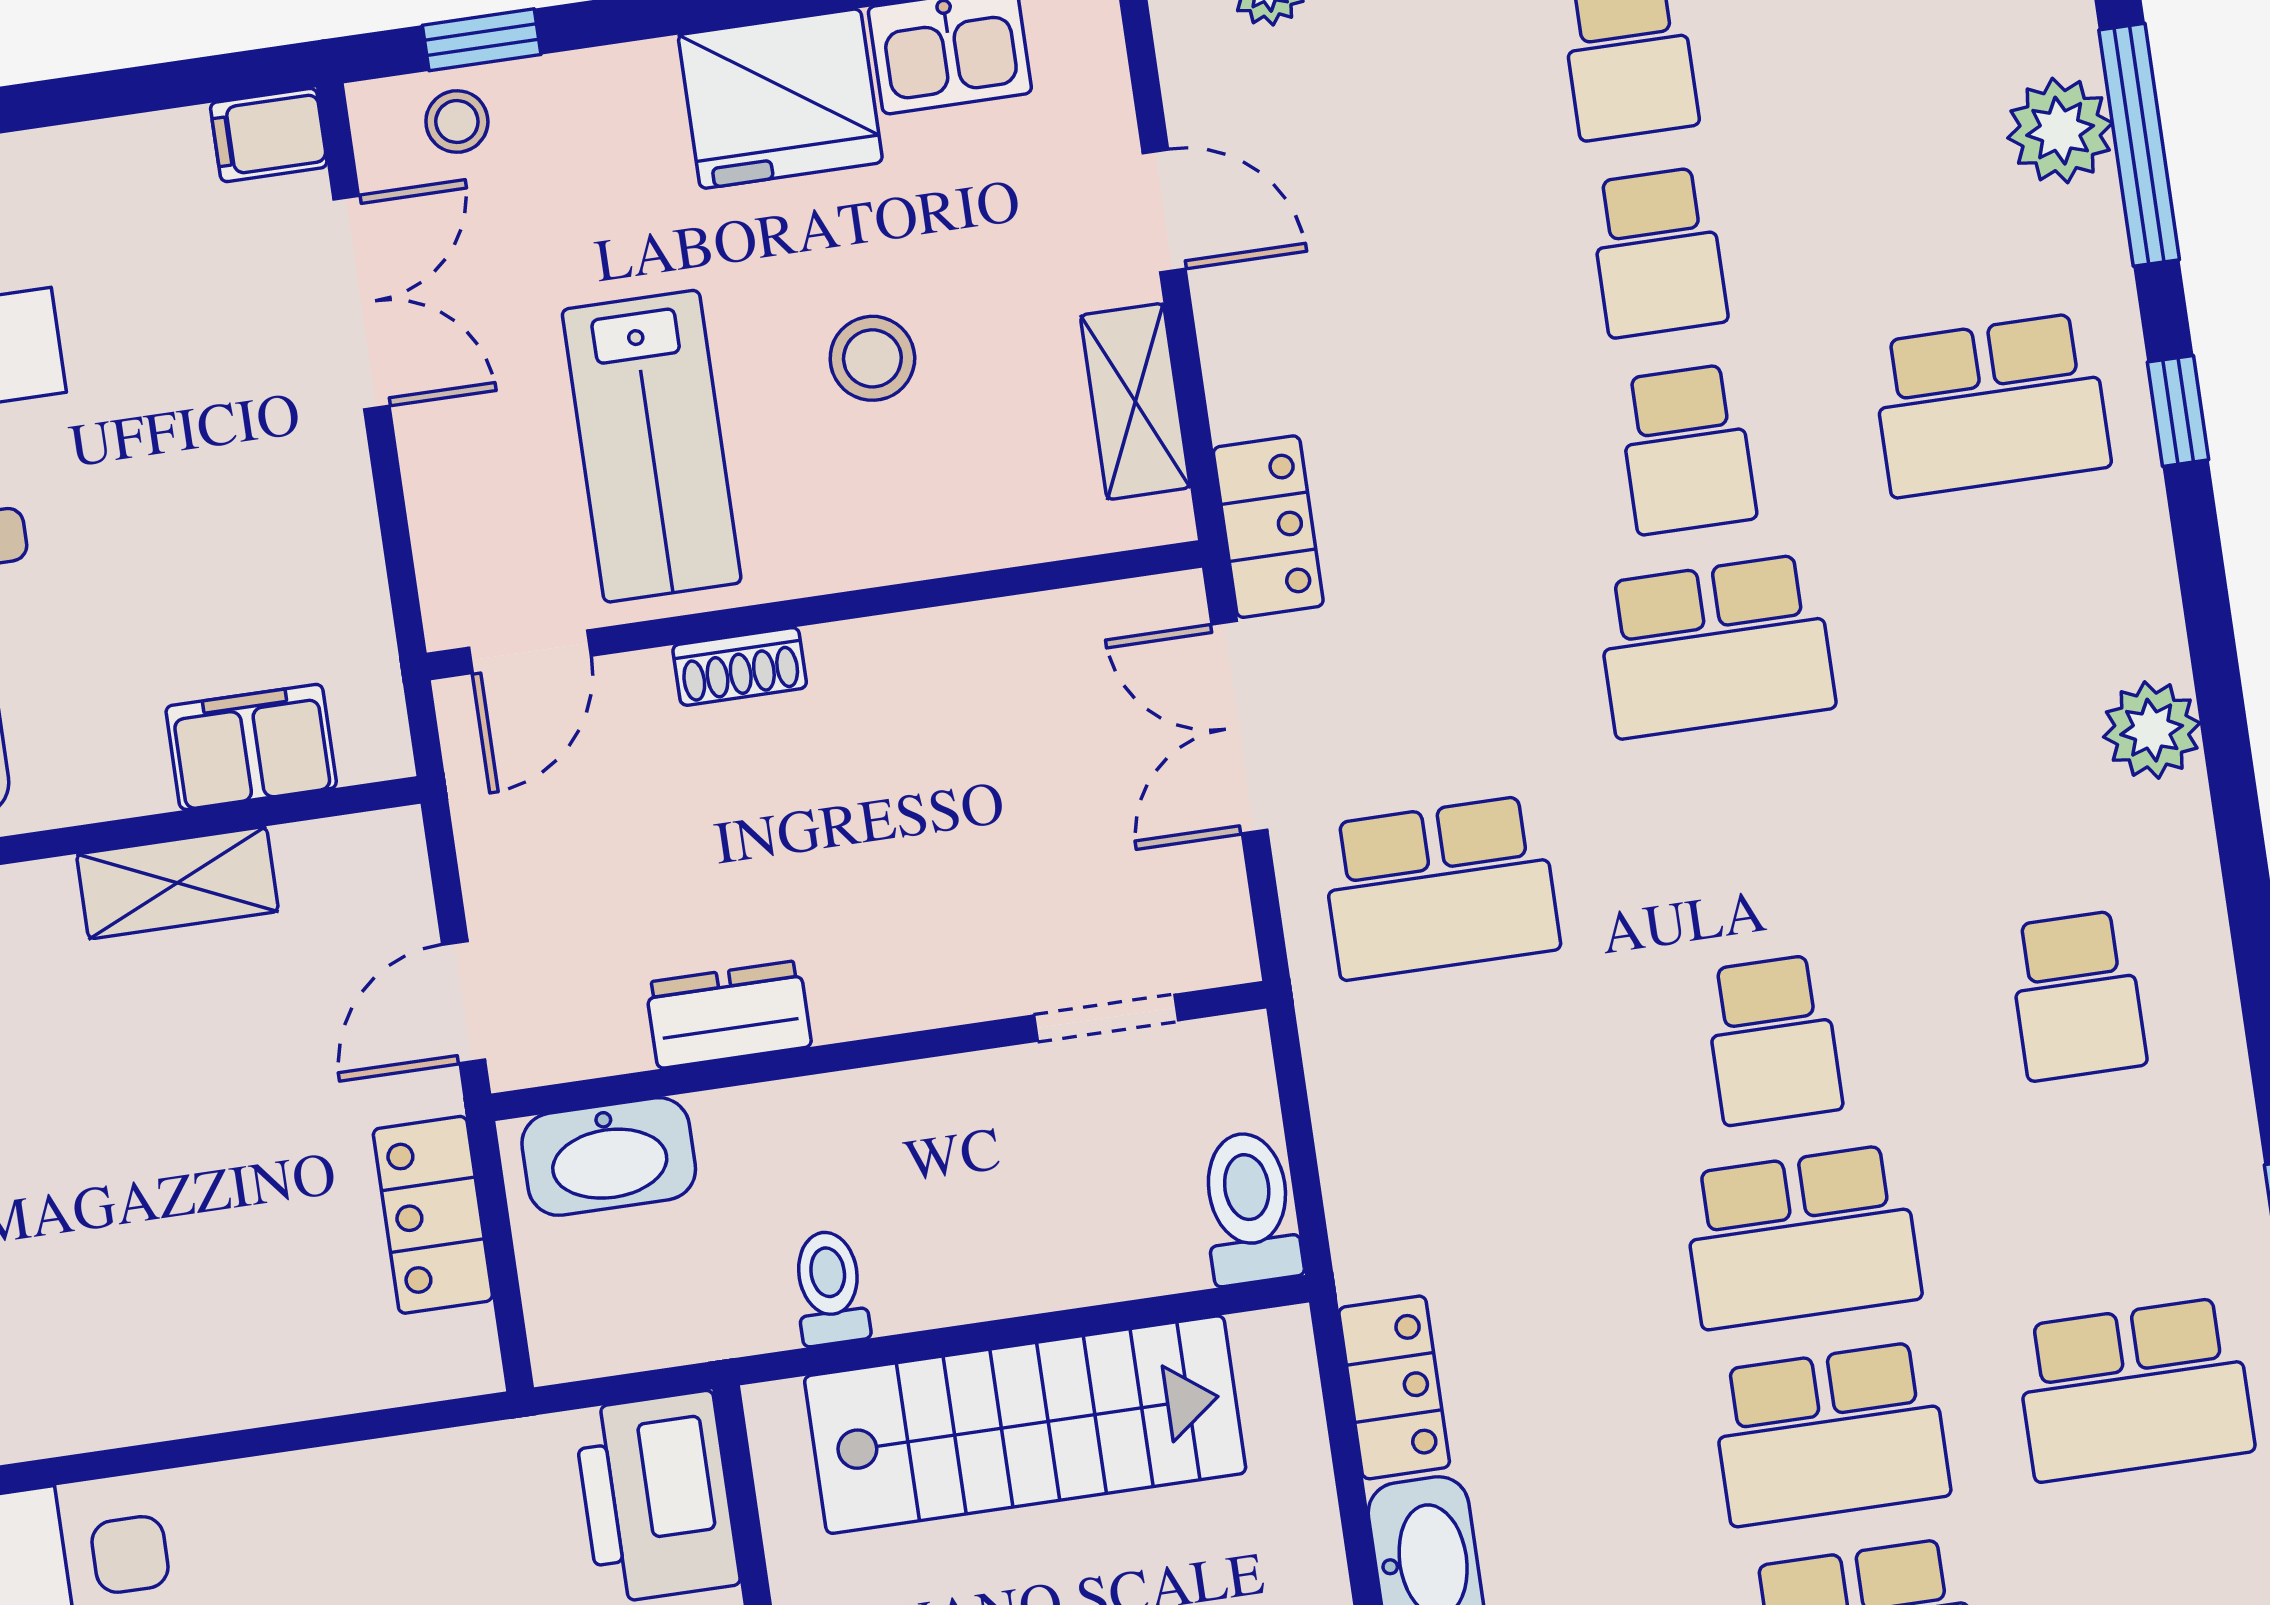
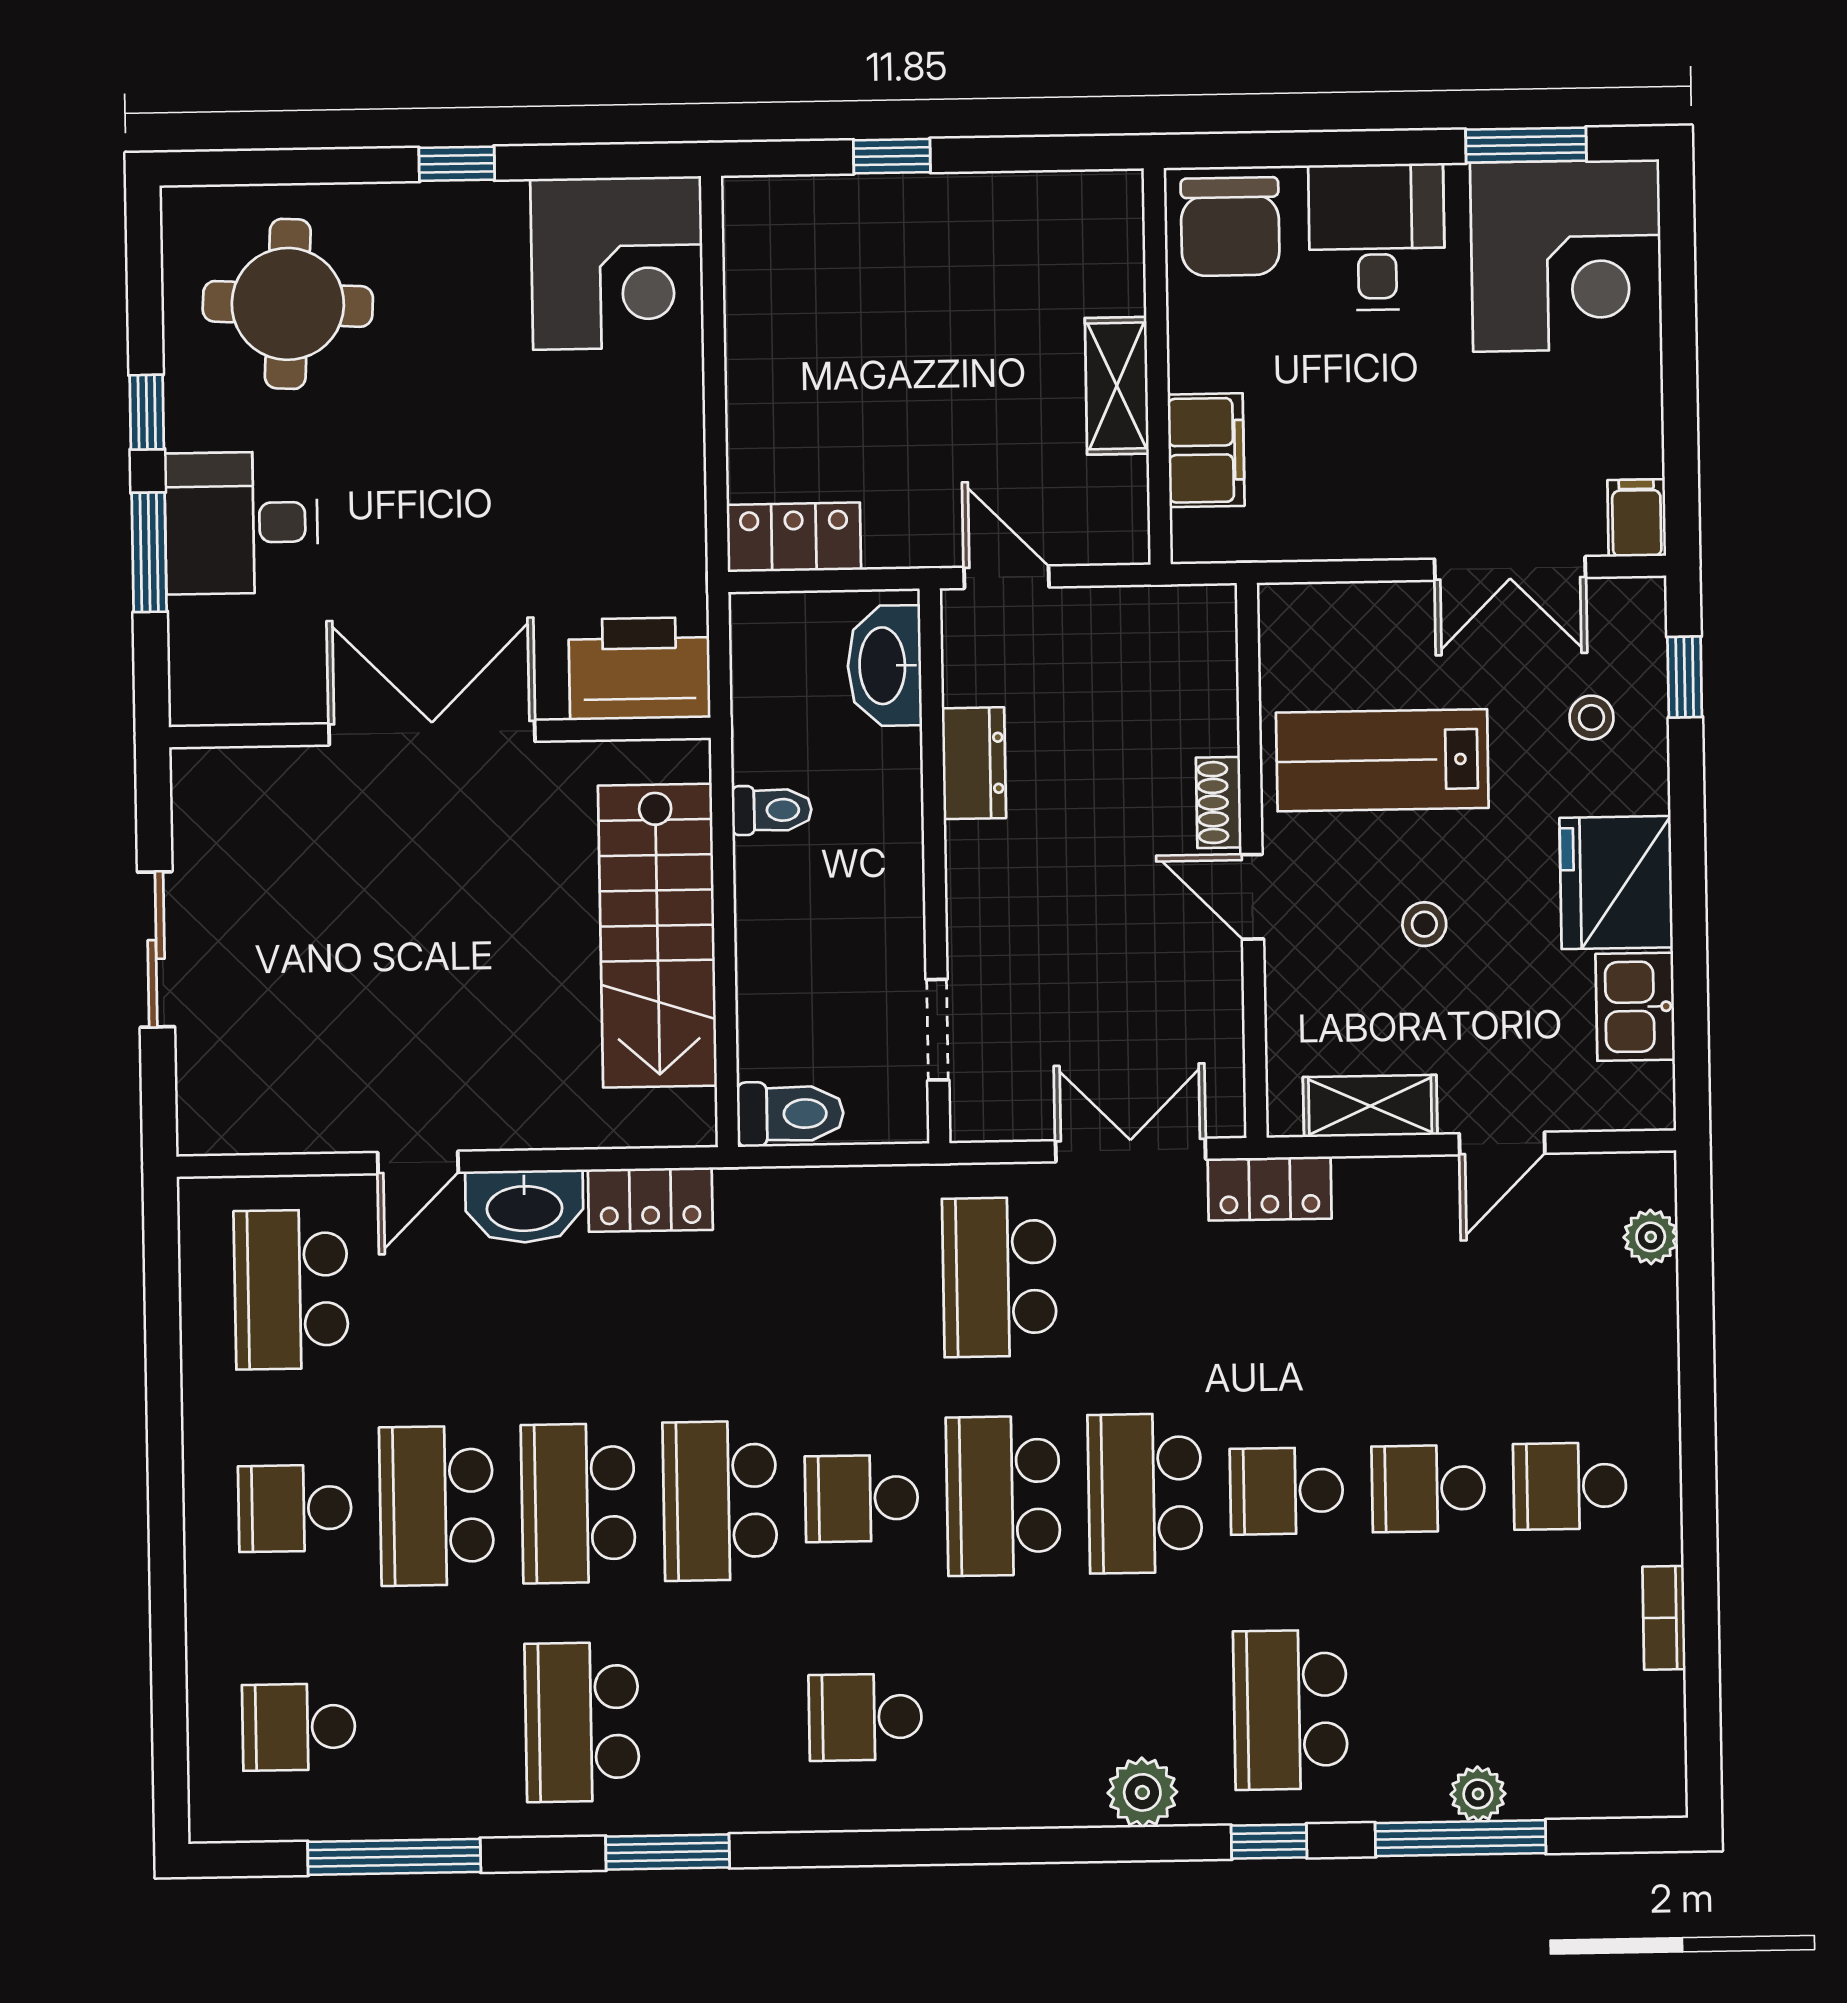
stool: (457, 121) -> (1592, 718), moved
plant: (2060, 131) -> (1478, 1794), width x0.73, depth x0.73
stool: (872, 358) -> (1424, 924), width x0.73, depth x0.73
door: (530, 652) -> (1252, 897), moved
plant: (2152, 730) -> (1142, 1792), moved
school desk: (1744, 843) -> (1003, 1496), added
locker: (433, 1215) -> (794, 537), moved

